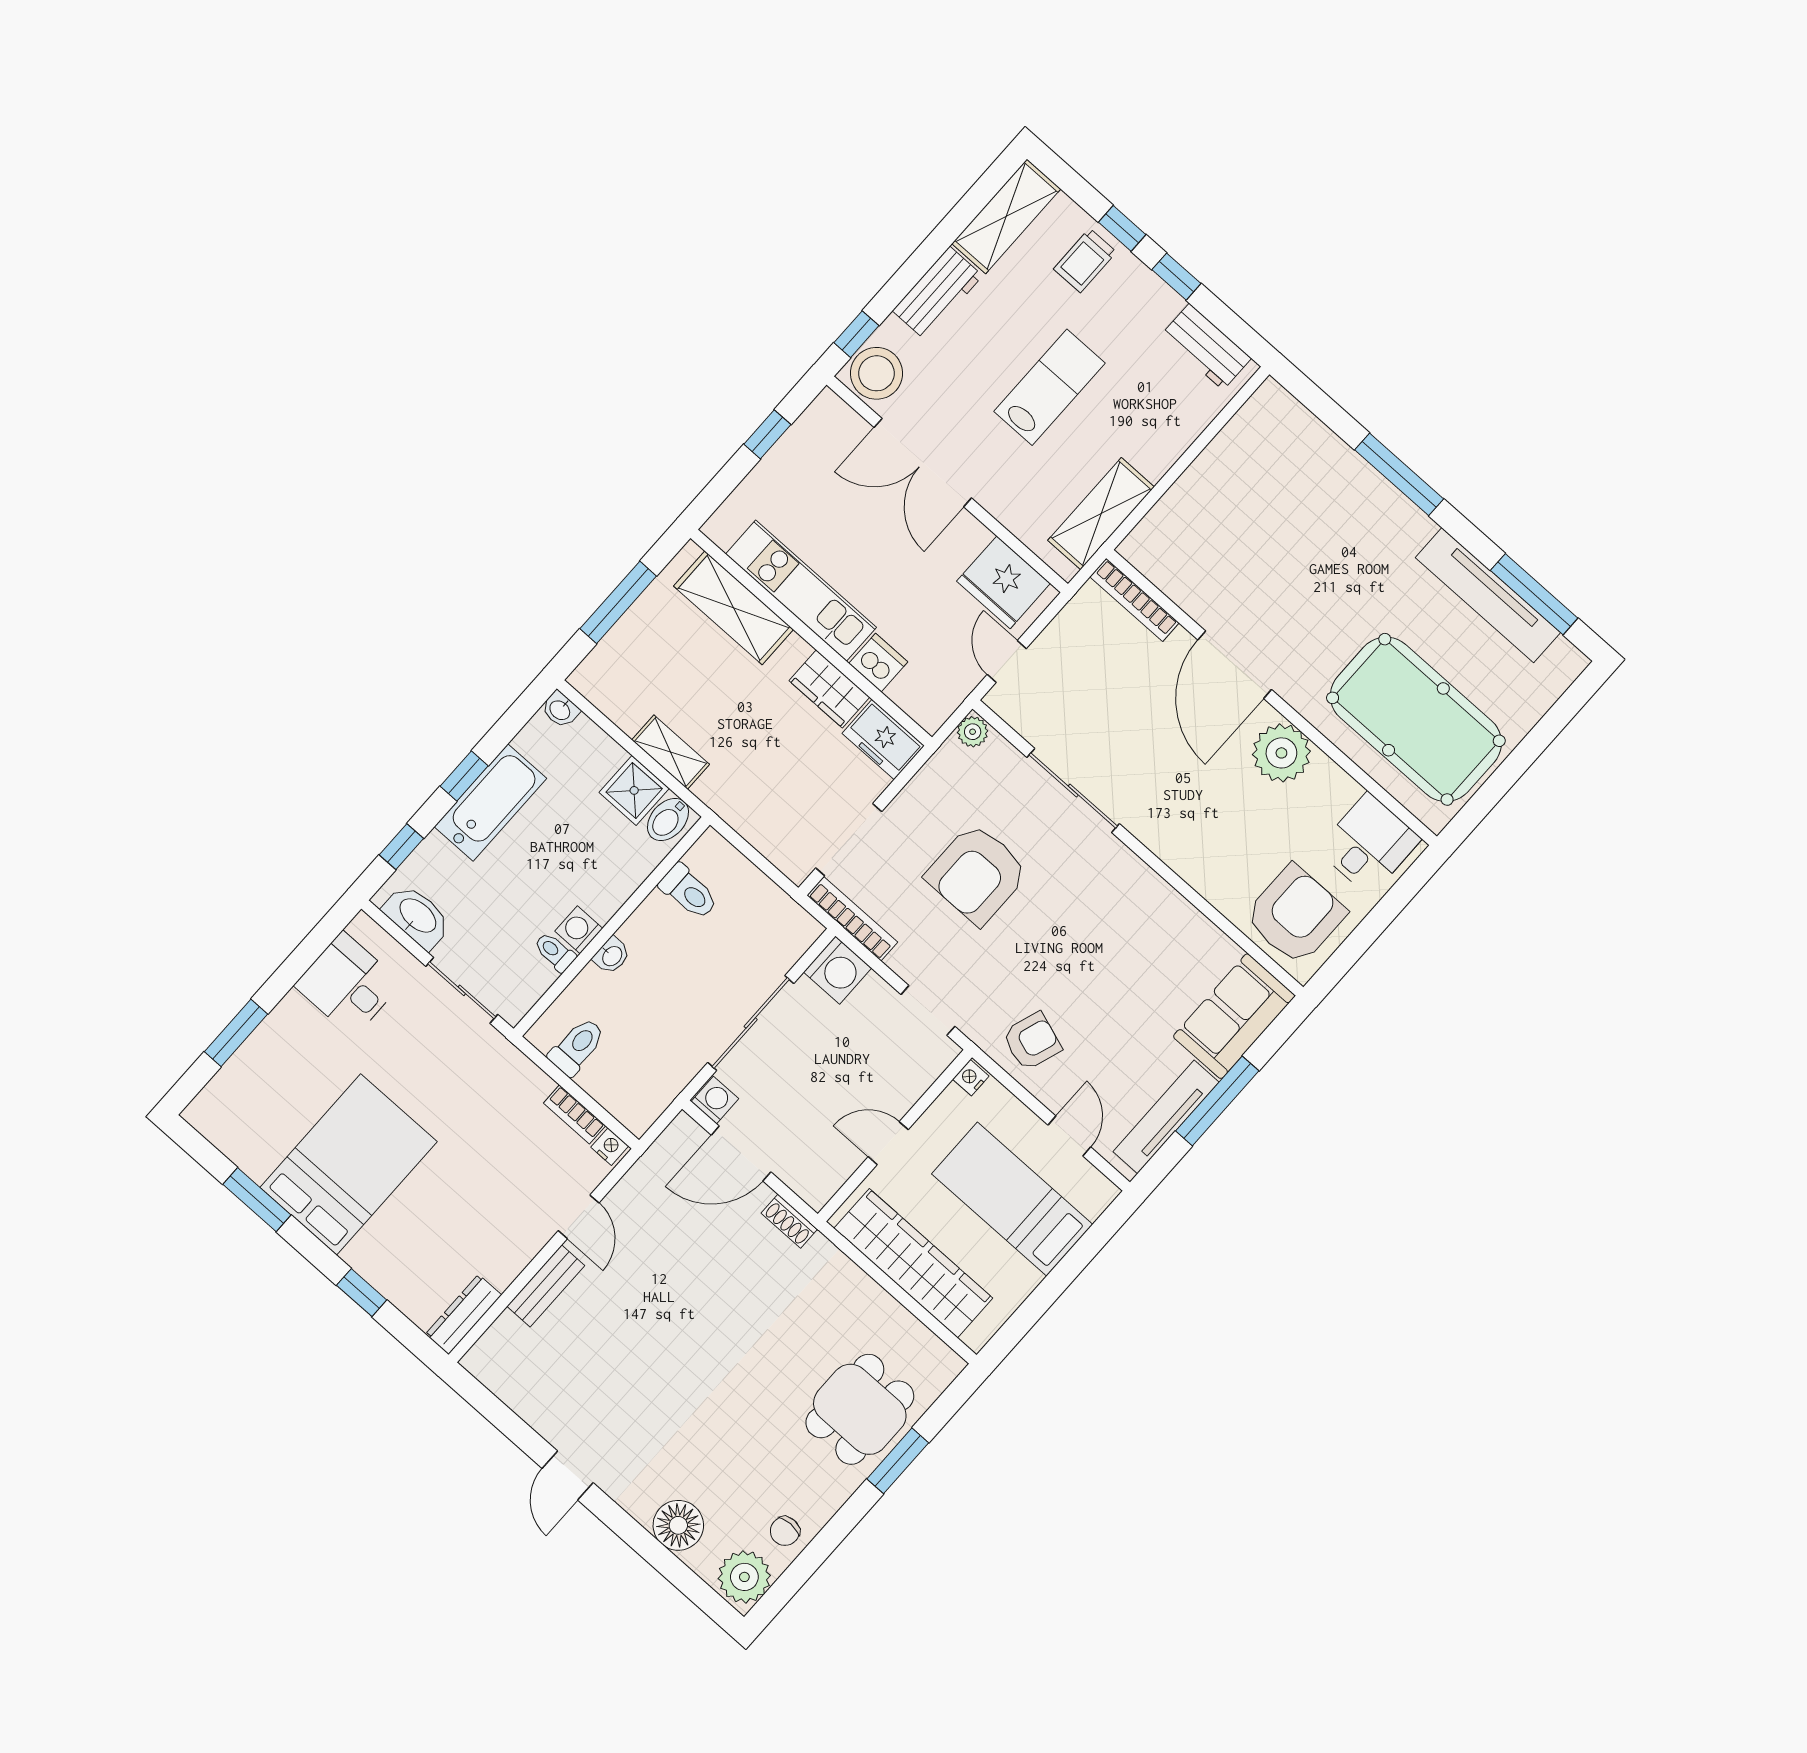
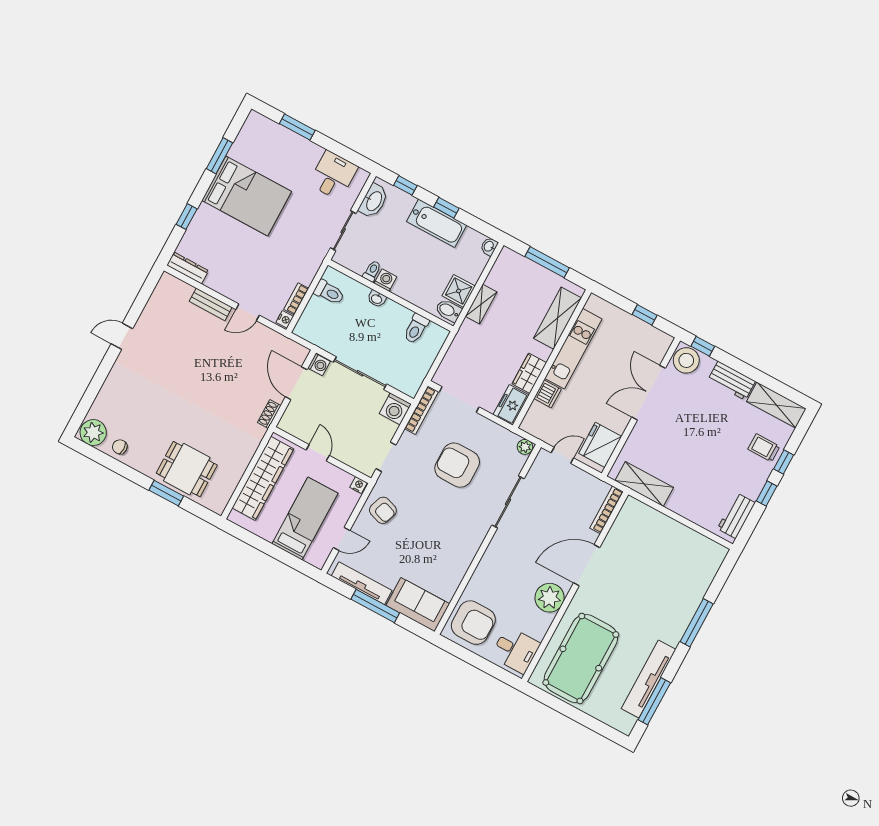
lab bench: (1050, 387) -> (699, 445), removed
floor lamp: (678, 1525) -> (111, 395), removed

